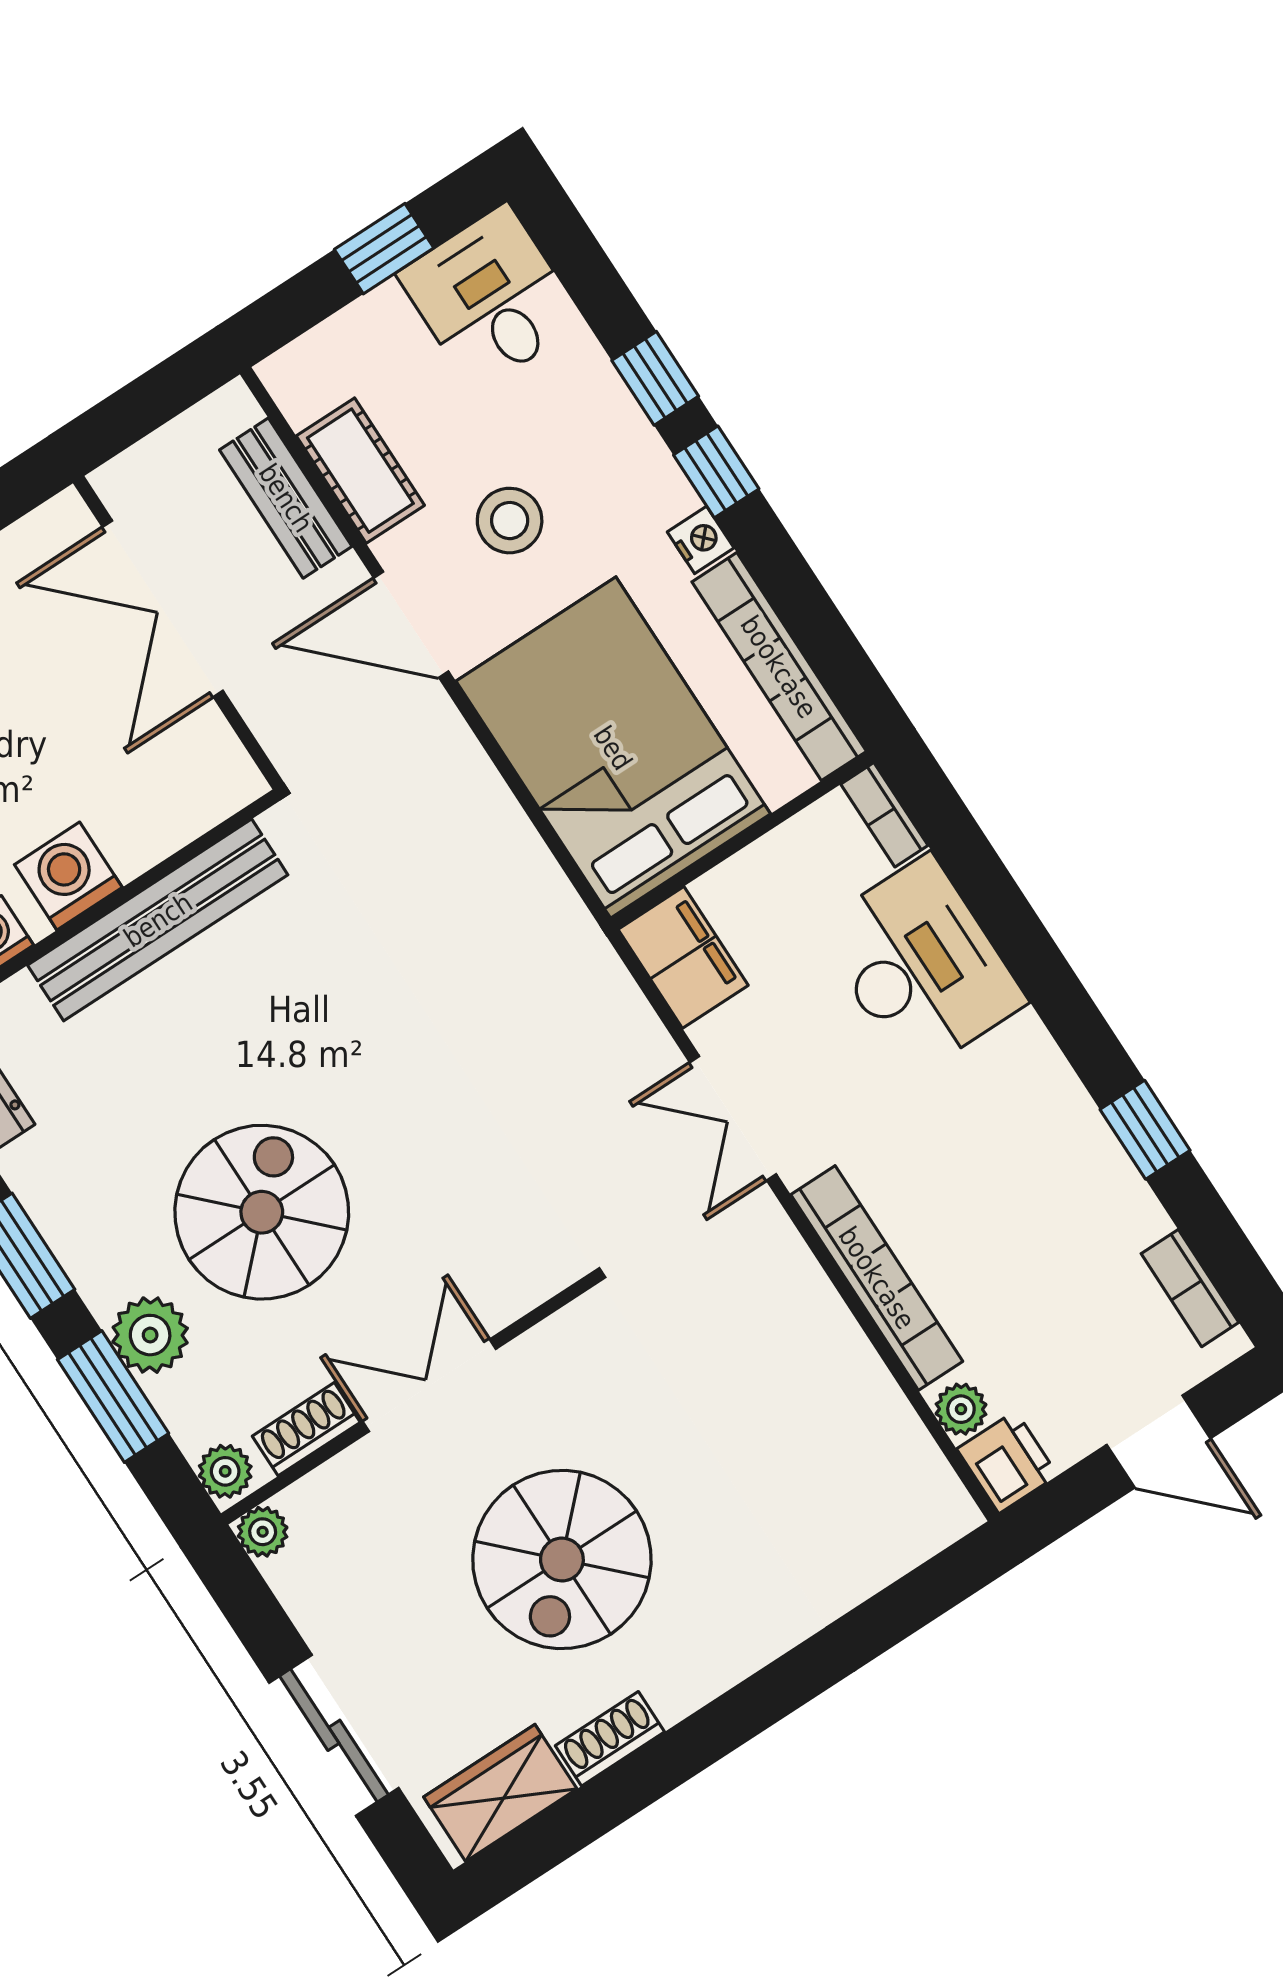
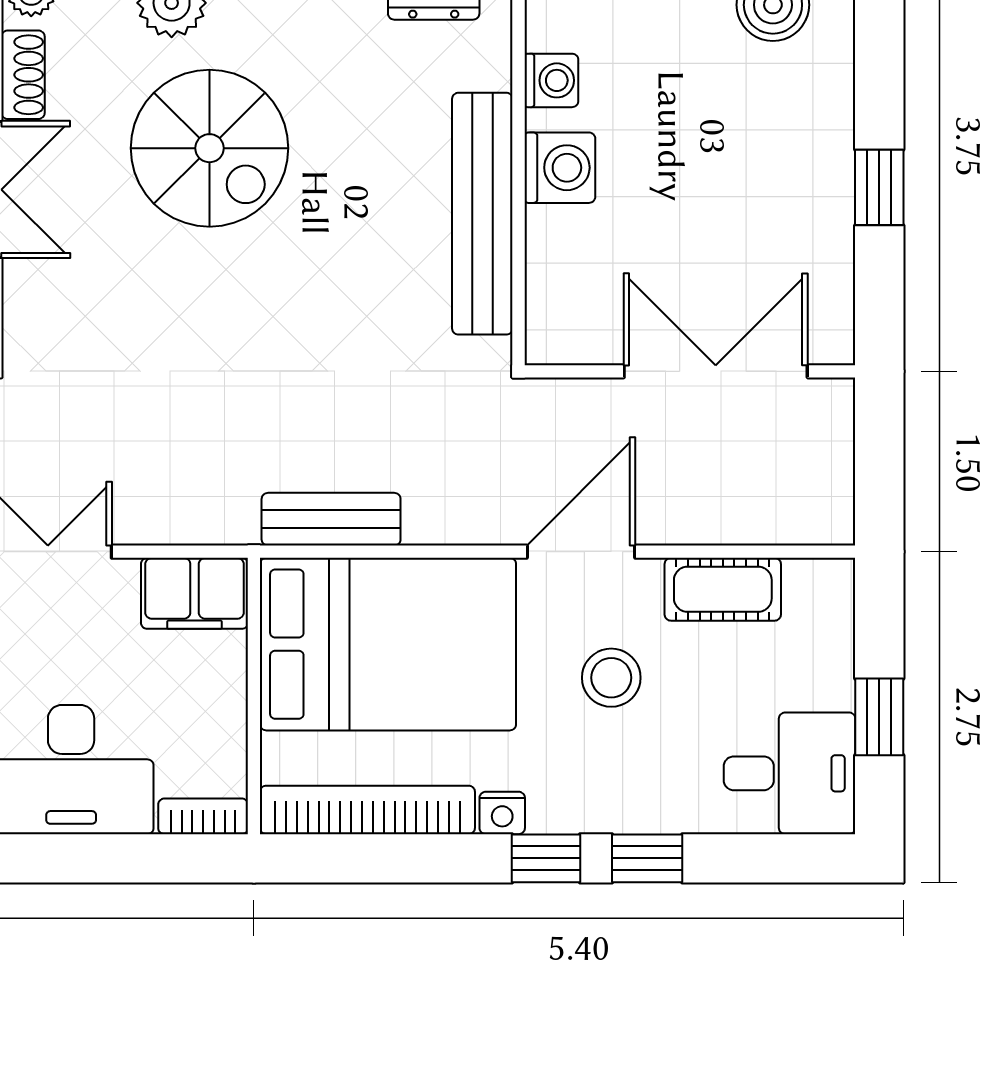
bench: (286, 498) -> (331, 519), moved

